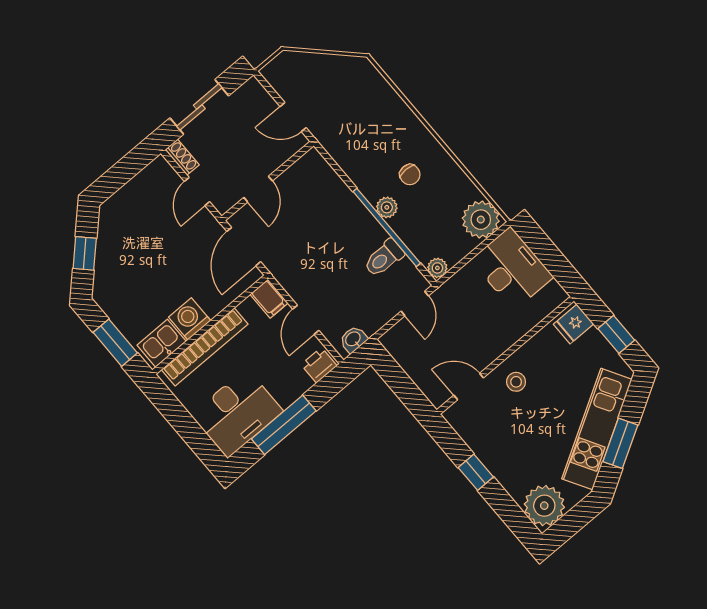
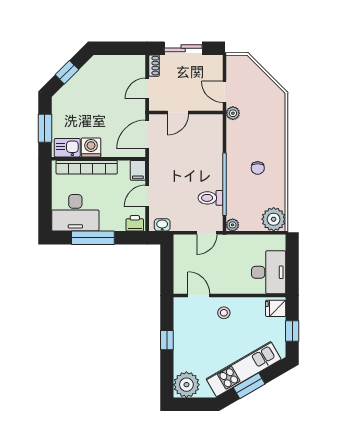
plant: (387, 207) -> (233, 113), moved
desk: (512, 269) -> (269, 272), moved

